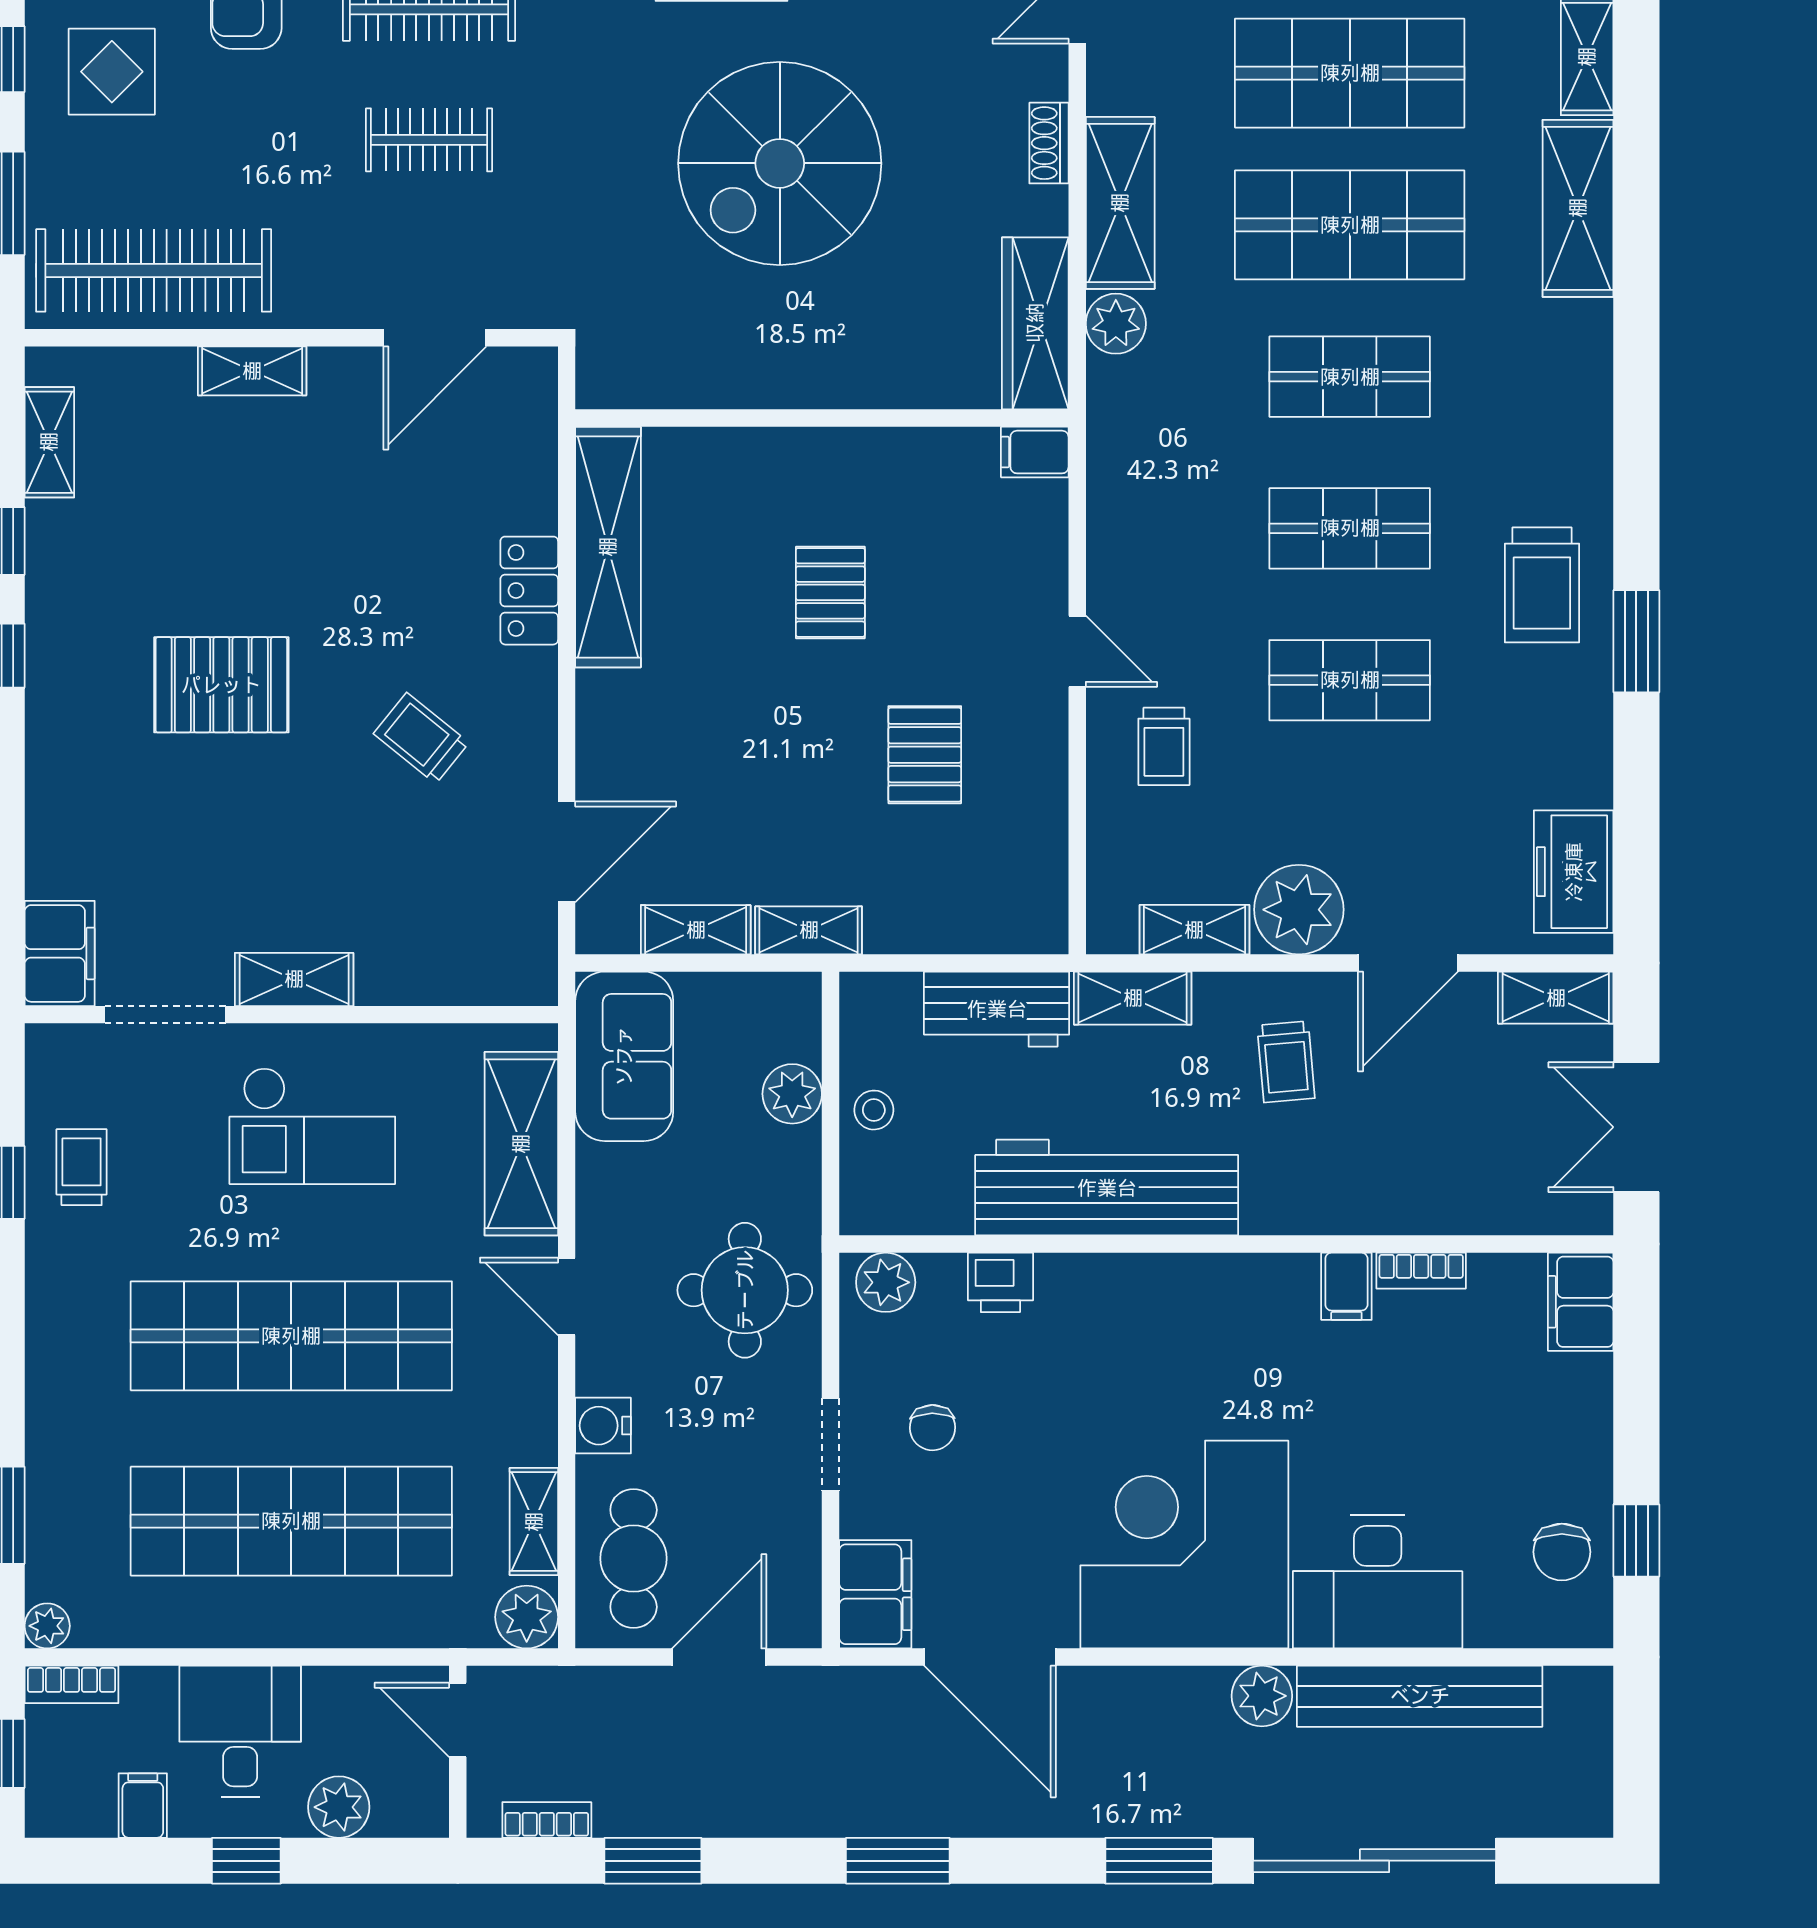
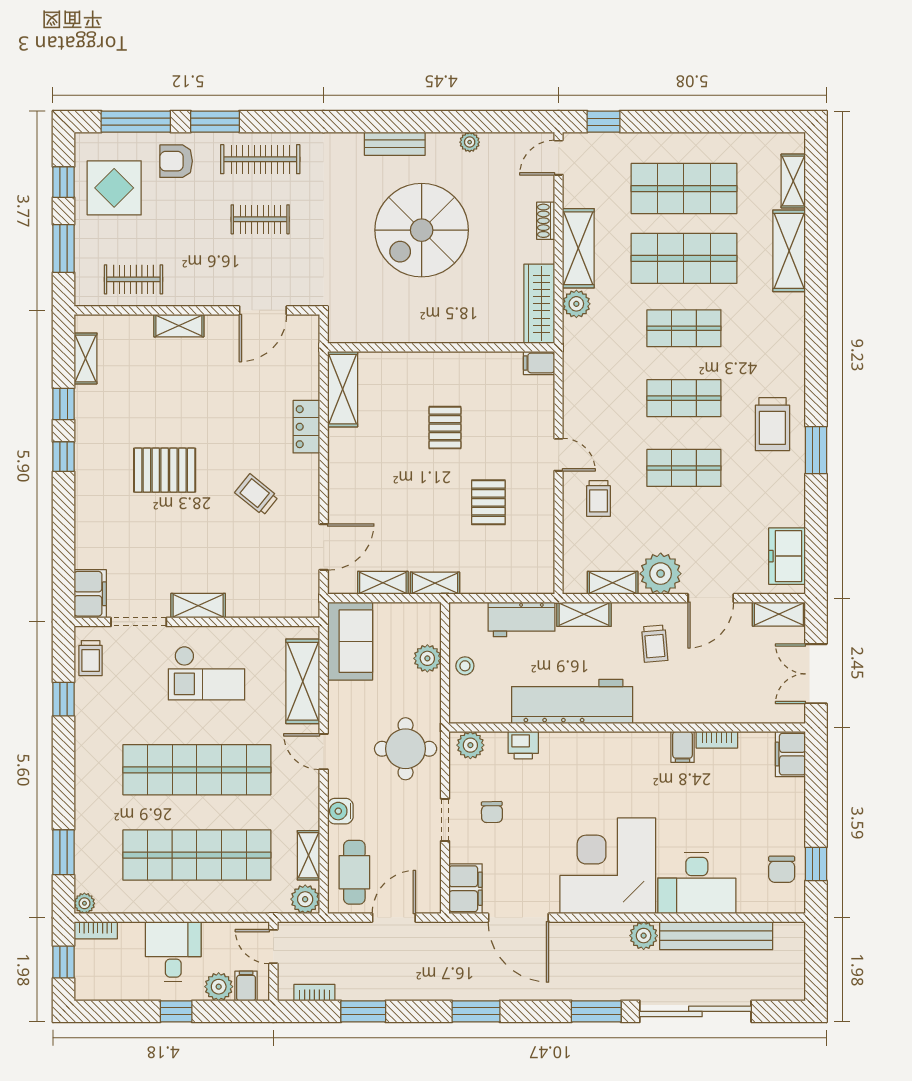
display table: (112, 72) -> (114, 188), width x1.36, depth x1.36
clothes rail: (154, 270) -> (133, 279), width x0.54, depth x0.76
shelving: (608, 547) -> (343, 389), width x0.68
trolley: (82, 1167) -> (91, 658), moved, turned 180
filing cabinet: (143, 1806) -> (246, 986), moved

